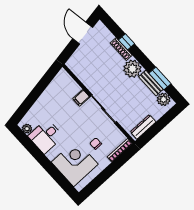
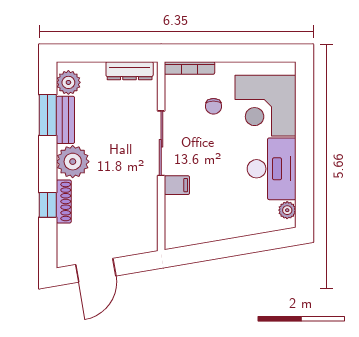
desk: (46, 136) -> (272, 169), width x1.37

